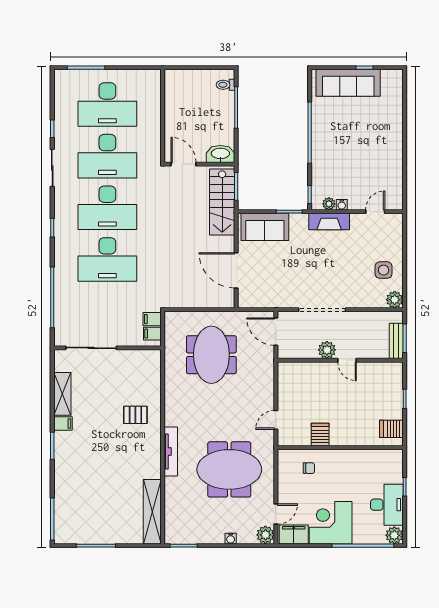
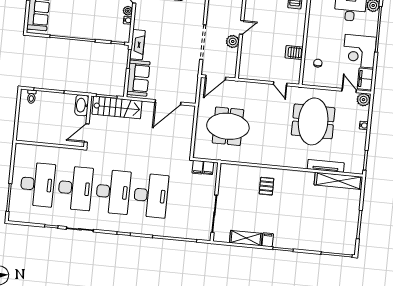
plant: (329, 204) -> (128, 11), moved
fireplace: (329, 221) -> (138, 45), moved
tv unit: (171, 452) -> (326, 166), moved

